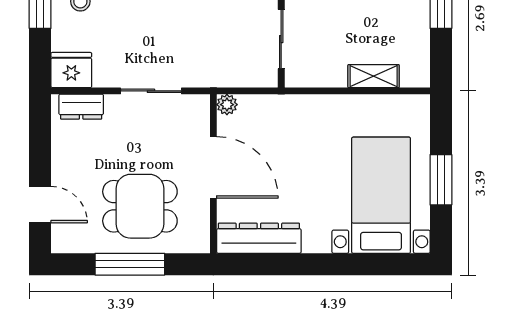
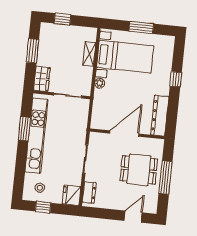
plant: (227, 105) -> (100, 83), moved
bed with nightstands: (381, 195) -> (125, 57), moved, turned 180
dining table: (140, 206) -> (139, 170), turned 90
window: (339, 264) -> (176, 79), added

